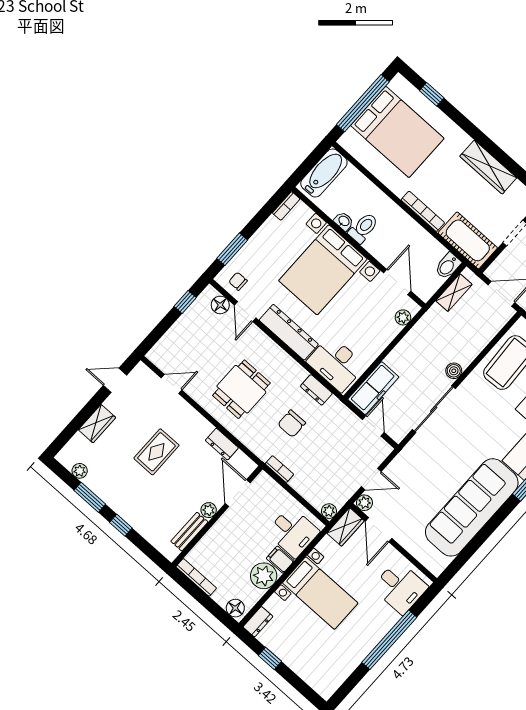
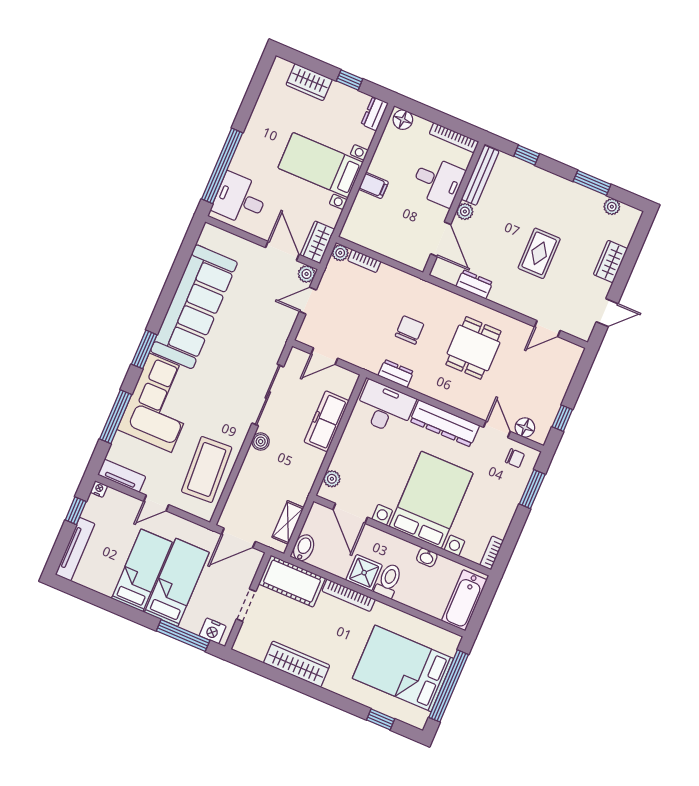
shower: (403, 226) -> (364, 573), added
toilet: (363, 228) -> (389, 581), moved, turned 180
freezer: (373, 388) -> (327, 421), moved
door: (373, 426) -> (324, 356), hinge flipped
bookcase: (279, 469) -> (364, 261), moved
window: (121, 525) -> (527, 155), moved
bench: (189, 532) -> (480, 175), width x1.36
desk: (293, 532) -> (438, 181), moved, turned 180
plant: (264, 576) -> (385, 163), removed
window: (389, 640) -> (222, 166), moved
wardrobe: (305, 668) -> (309, 82), added

